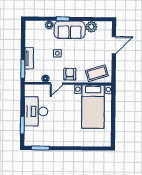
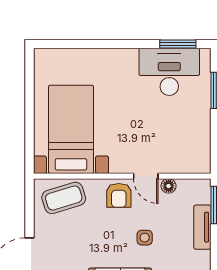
door: (57, 83) -> (146, 176), swing flipped
desk: (36, 111) -> (169, 72), moved, turned -90

